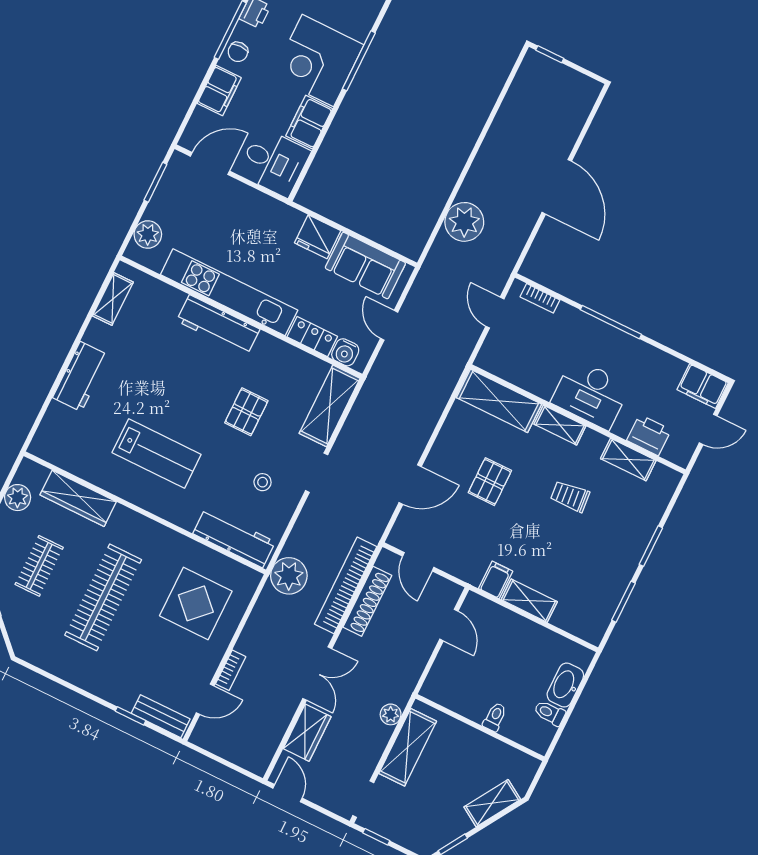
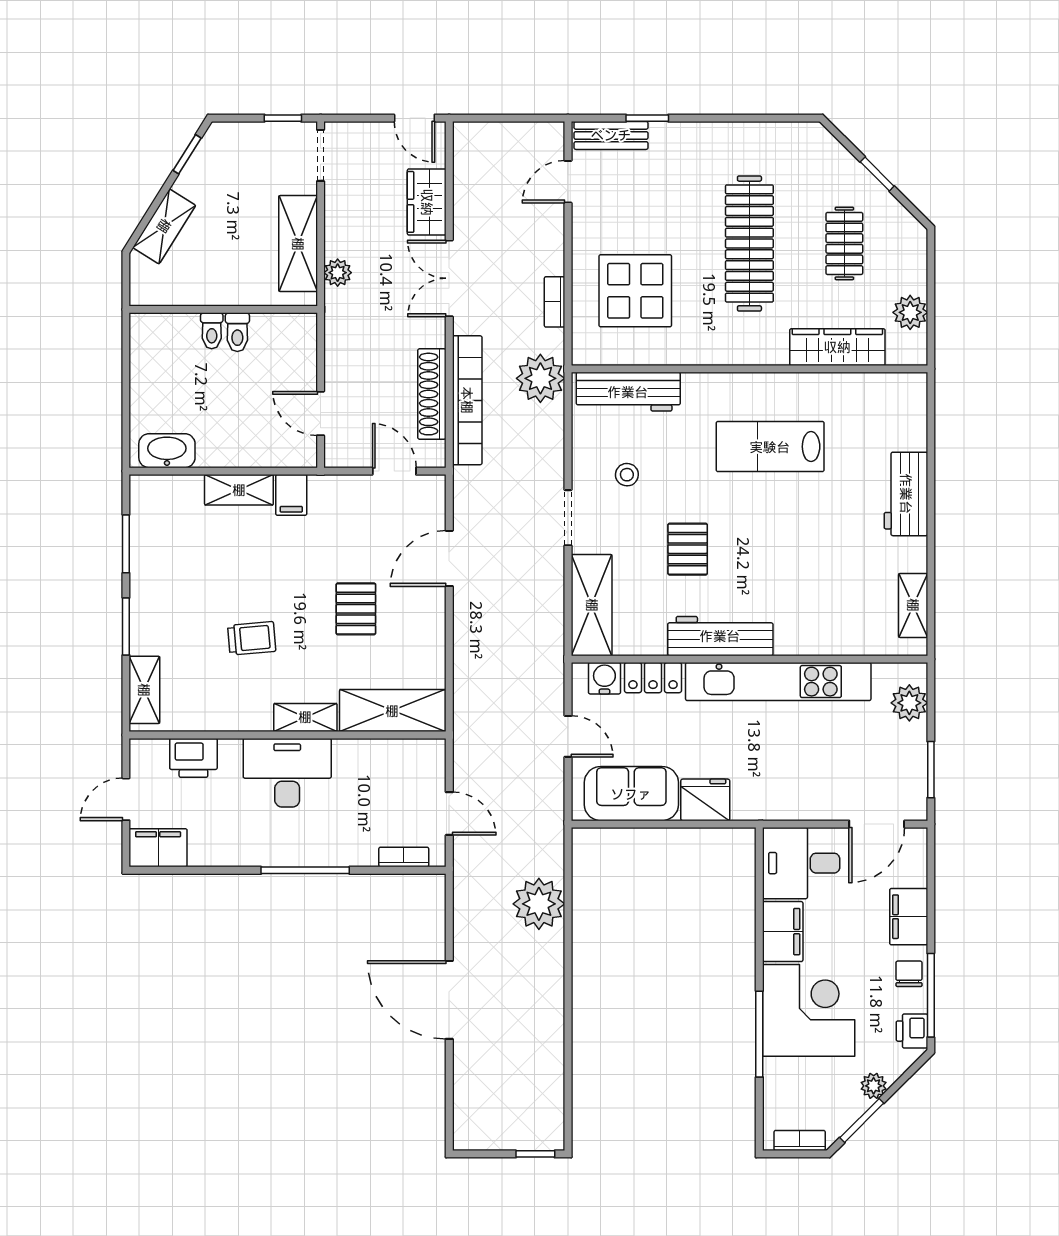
workbench: (218, 325) -> (720, 636), moved
shelving: (628, 460) -> (144, 690), moved, turned 90
bookcase: (231, 670) -> (555, 302), moved
washbasin: (565, 685) -> (167, 451), moved, turned -90
toilet: (550, 713) -> (237, 332), moved, turned 90

